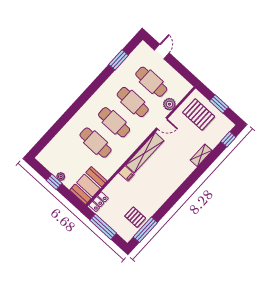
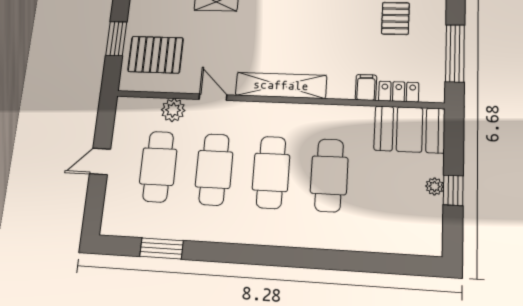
door: (162, 52) -> (100, 161), moved
pallet: (199, 114) -> (156, 55), turned 90
filing cabinet: (126, 173) -> (366, 87), moved
locker: (99, 202) -> (399, 92), moved

